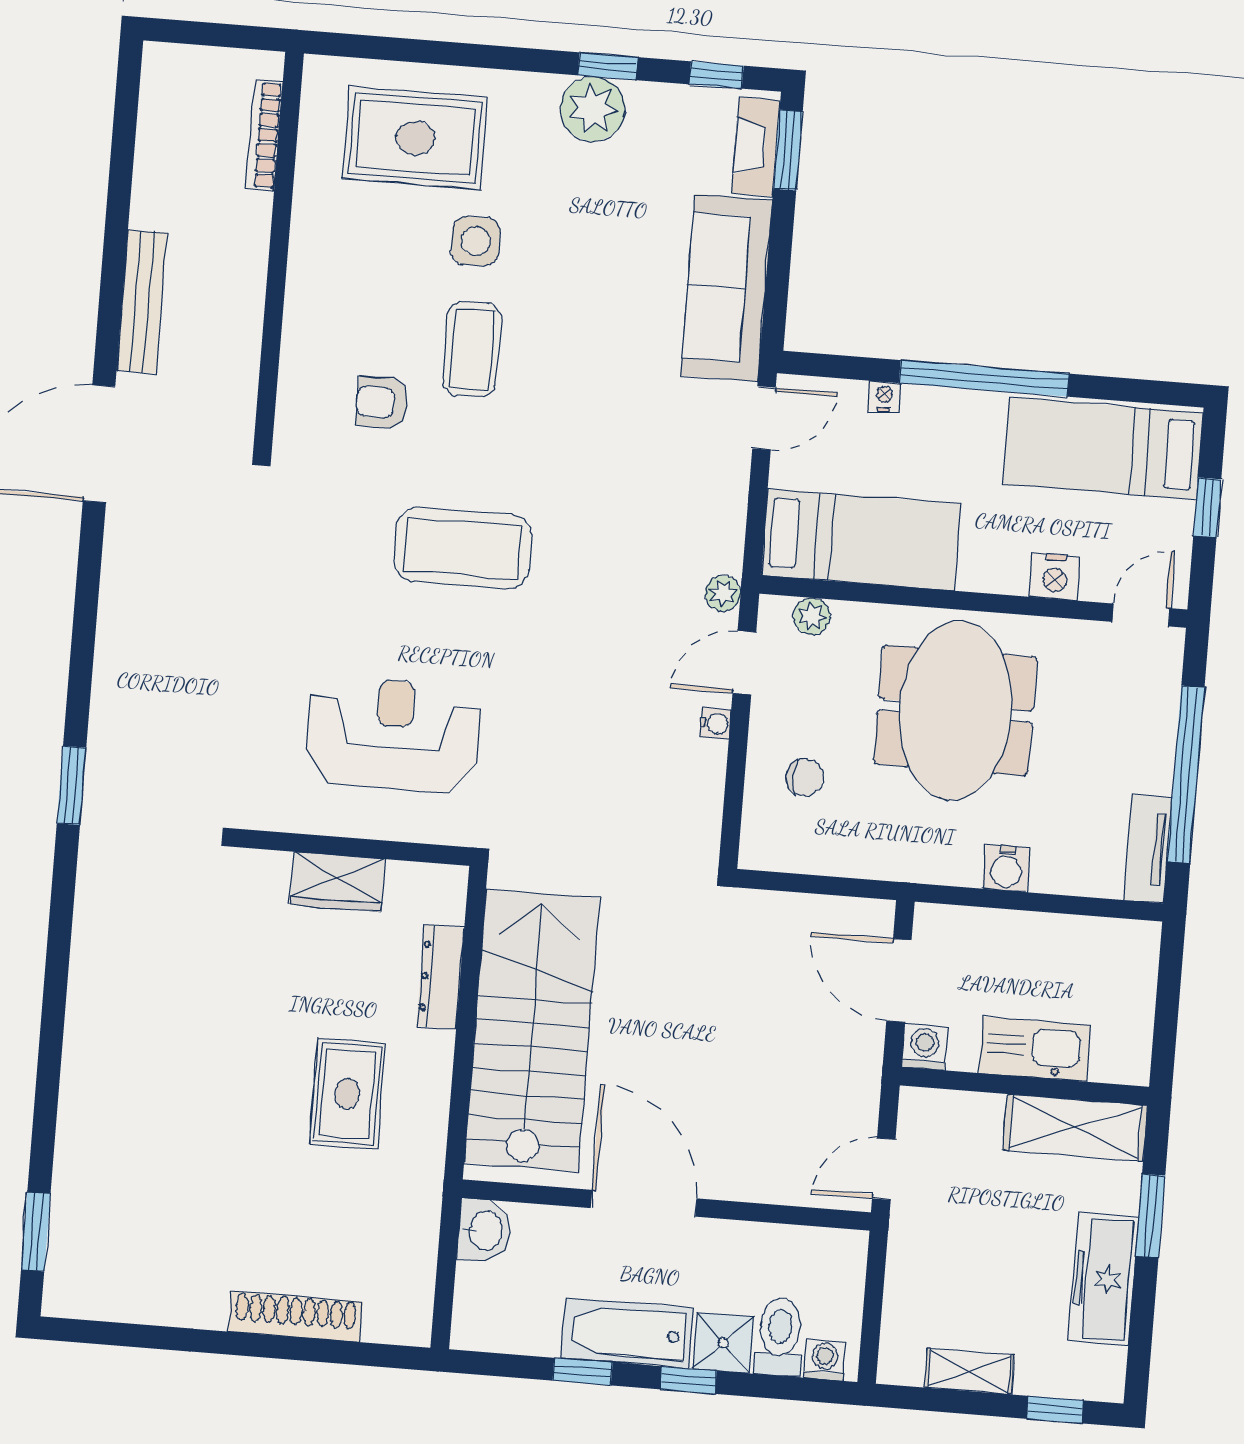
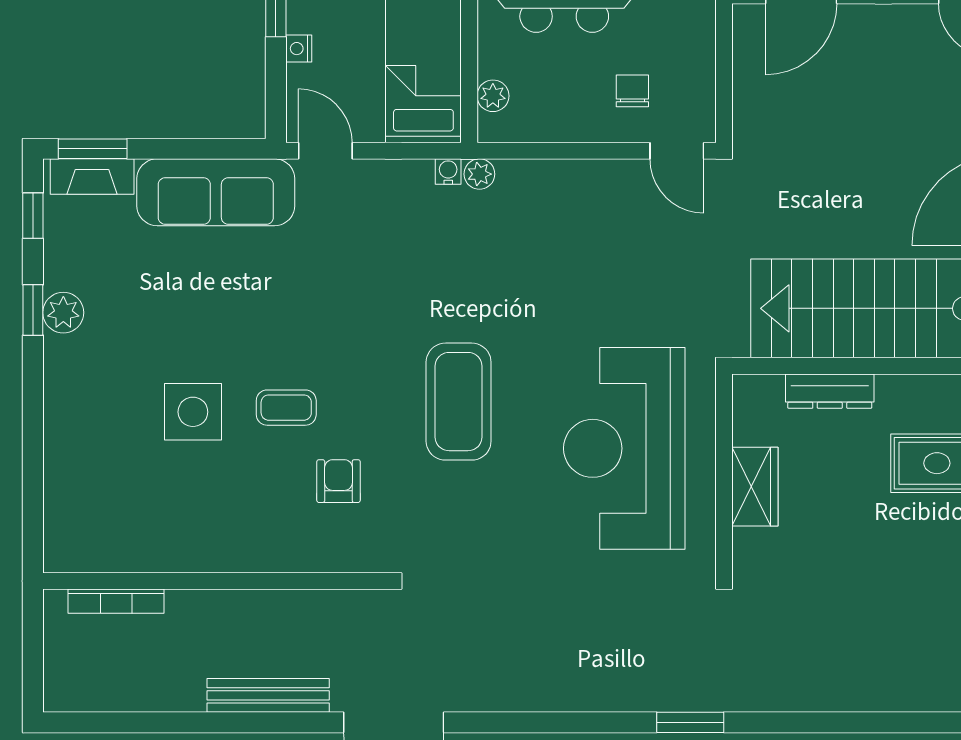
plant: (593, 109) -> (63, 313), width x0.73, depth x0.73
rug: (415, 138) -> (108, 471), removed
side table: (476, 241) -> (193, 412), width x1.37, depth x1.37
coffee table: (472, 349) -> (286, 408), width x0.73, depth x0.77
armchair: (382, 403) -> (338, 481), turned 180
door: (744, 663) -> (677, 151), moved
water cooler: (715, 724) -> (448, 172), moved
reception desk: (393, 735) -> (624, 448), width x1.36, depth x1.30

